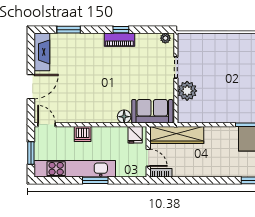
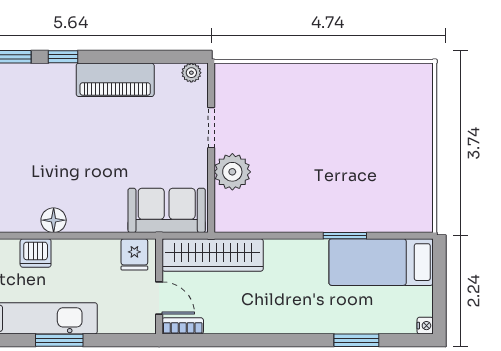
window: (121, 30) -> (63, 57), moved
piano: (119, 40) -> (115, 80), width x1.37, depth x1.33
floor lamp: (124, 117) -> (54, 220), moved

